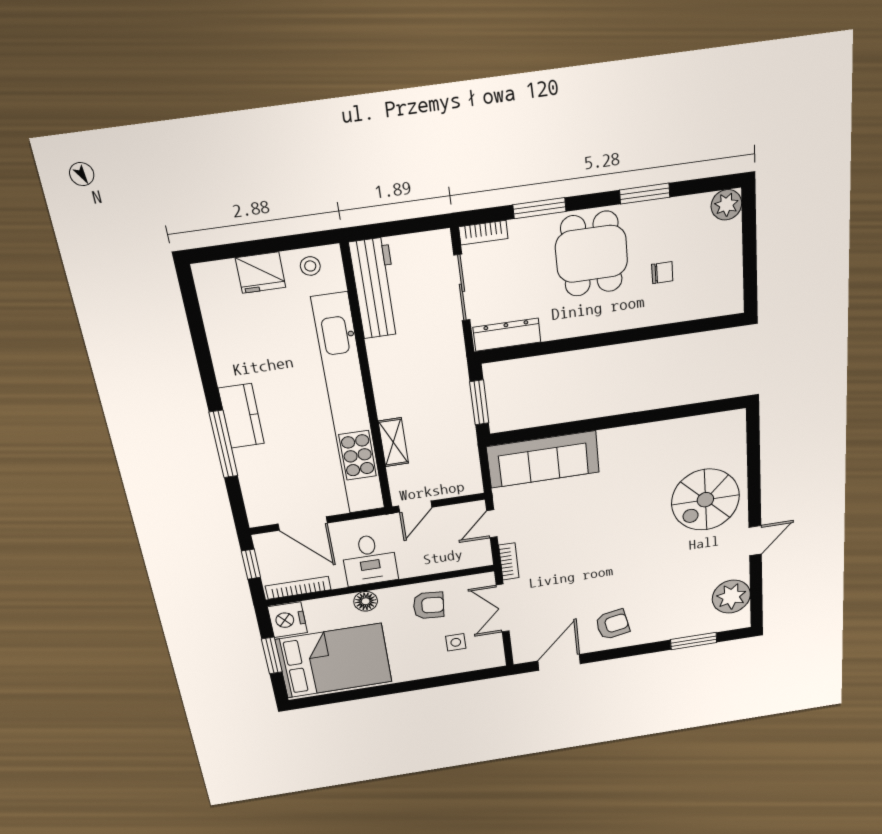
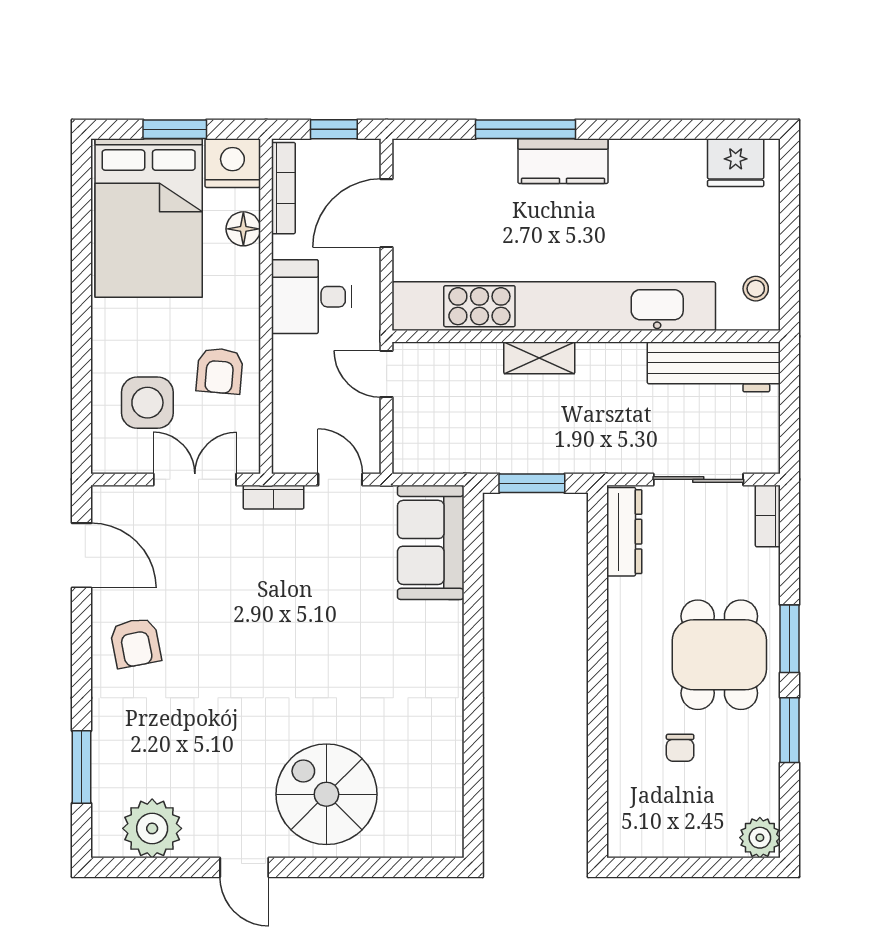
window: (539, 208) -> (790, 639), moved
dining table: (591, 254) -> (719, 655), turned 90
fridge: (261, 273) -> (736, 163), moved, turned -90
shelving: (393, 442) -> (539, 358), moved
sofa: (543, 459) -> (431, 542), width x0.73
floor lamp: (366, 601) -> (243, 229), moved
side table: (456, 642) -> (147, 403), width x1.87, depth x1.87

